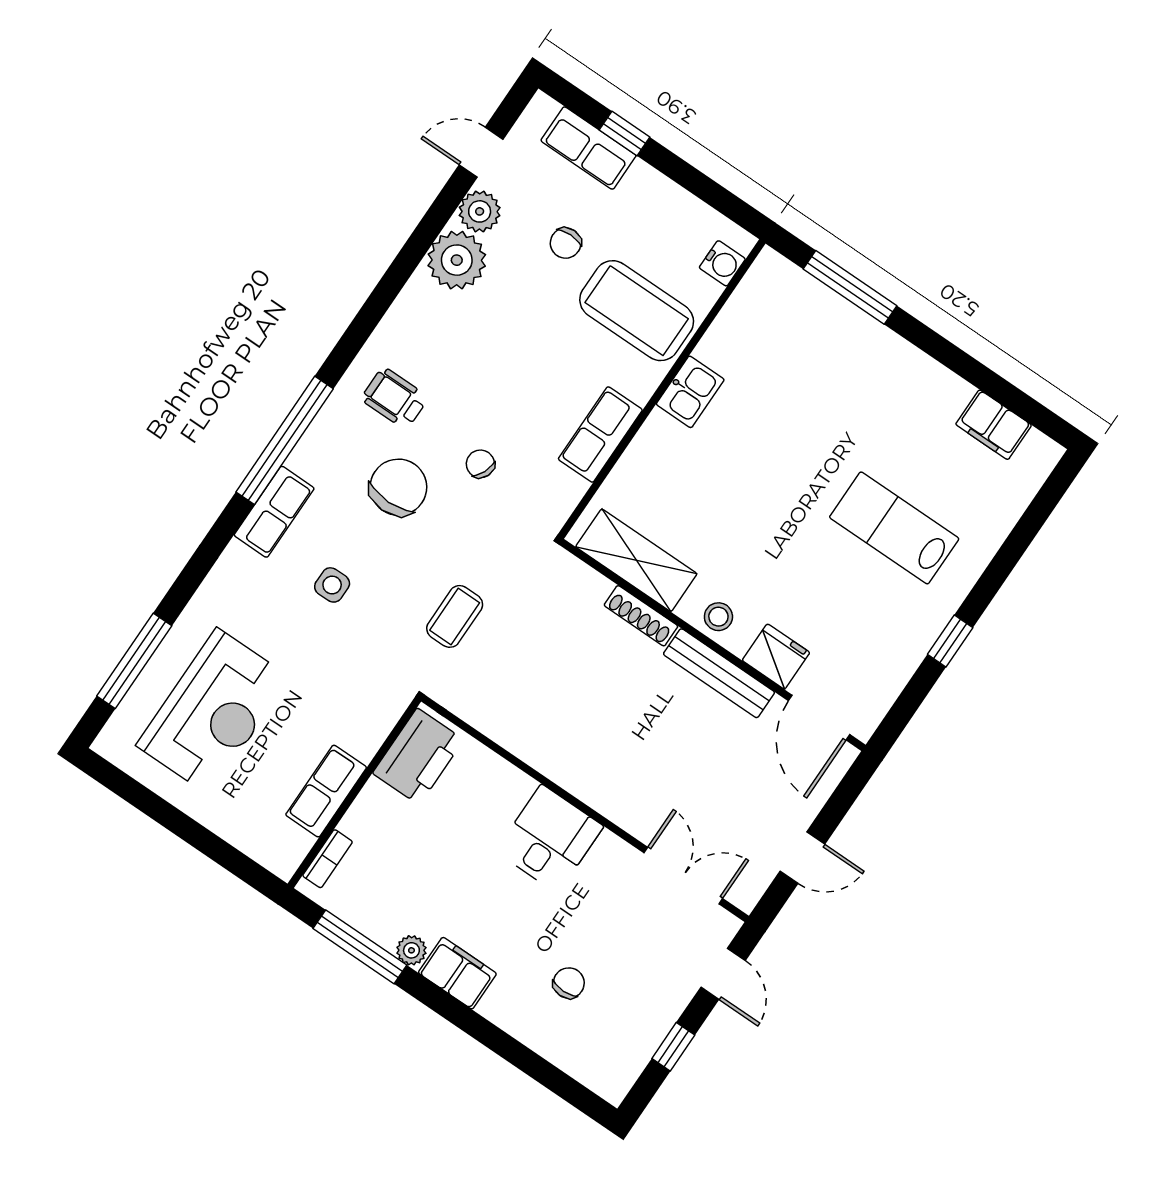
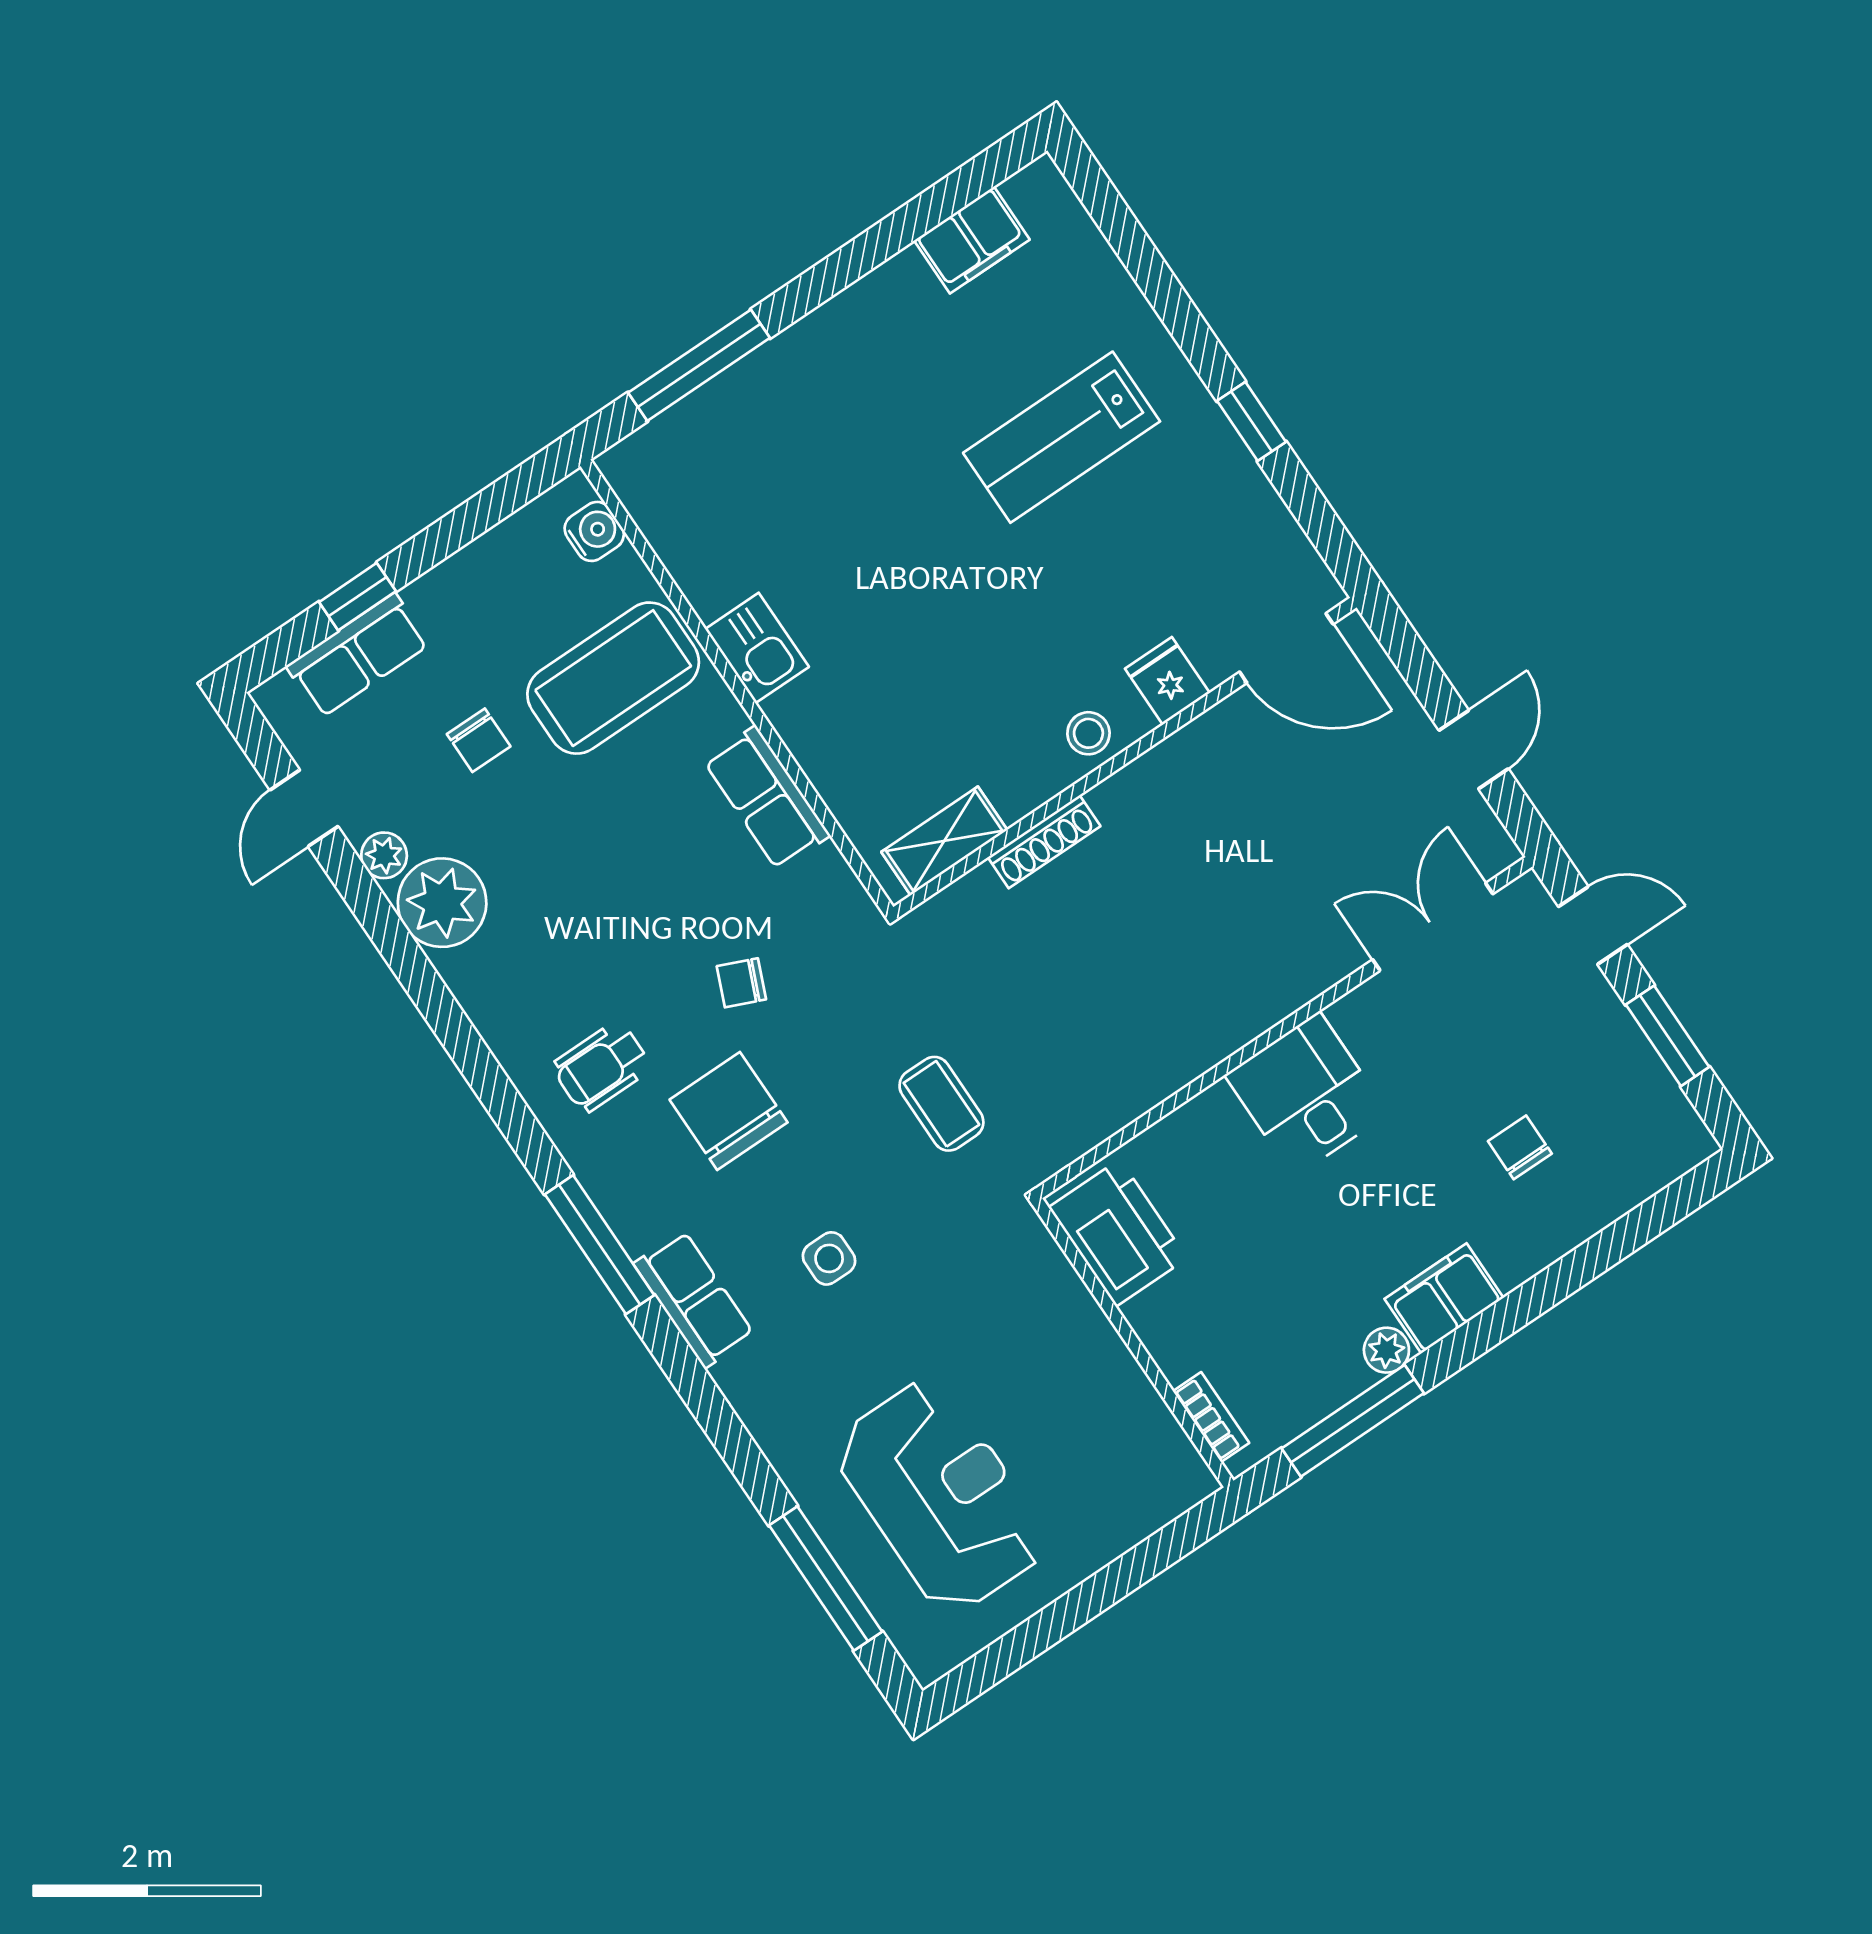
plant: (480, 211) -> (384, 855), width x0.73, depth x0.73
window: (285, 440) -> (599, 1245), width x0.68
shelving: (636, 560) -> (944, 841), width x0.67, depth x0.75
fridge: (776, 656) -> (1167, 681), width x0.72
bench: (719, 673) -> (1168, 764), removed
row of seats: (326, 791) -> (1115, 1382), removed
window: (673, 1047) -> (1668, 1036), width x1.50

